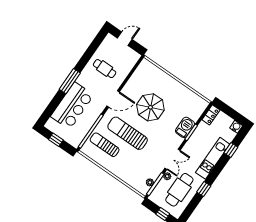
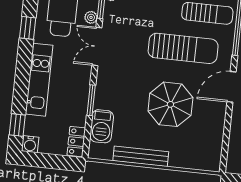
bench: (181, 88) -> (141, 156), added
barbecue: (185, 127) -> (102, 126), moved
window: (231, 150) -> (17, 125), moved

